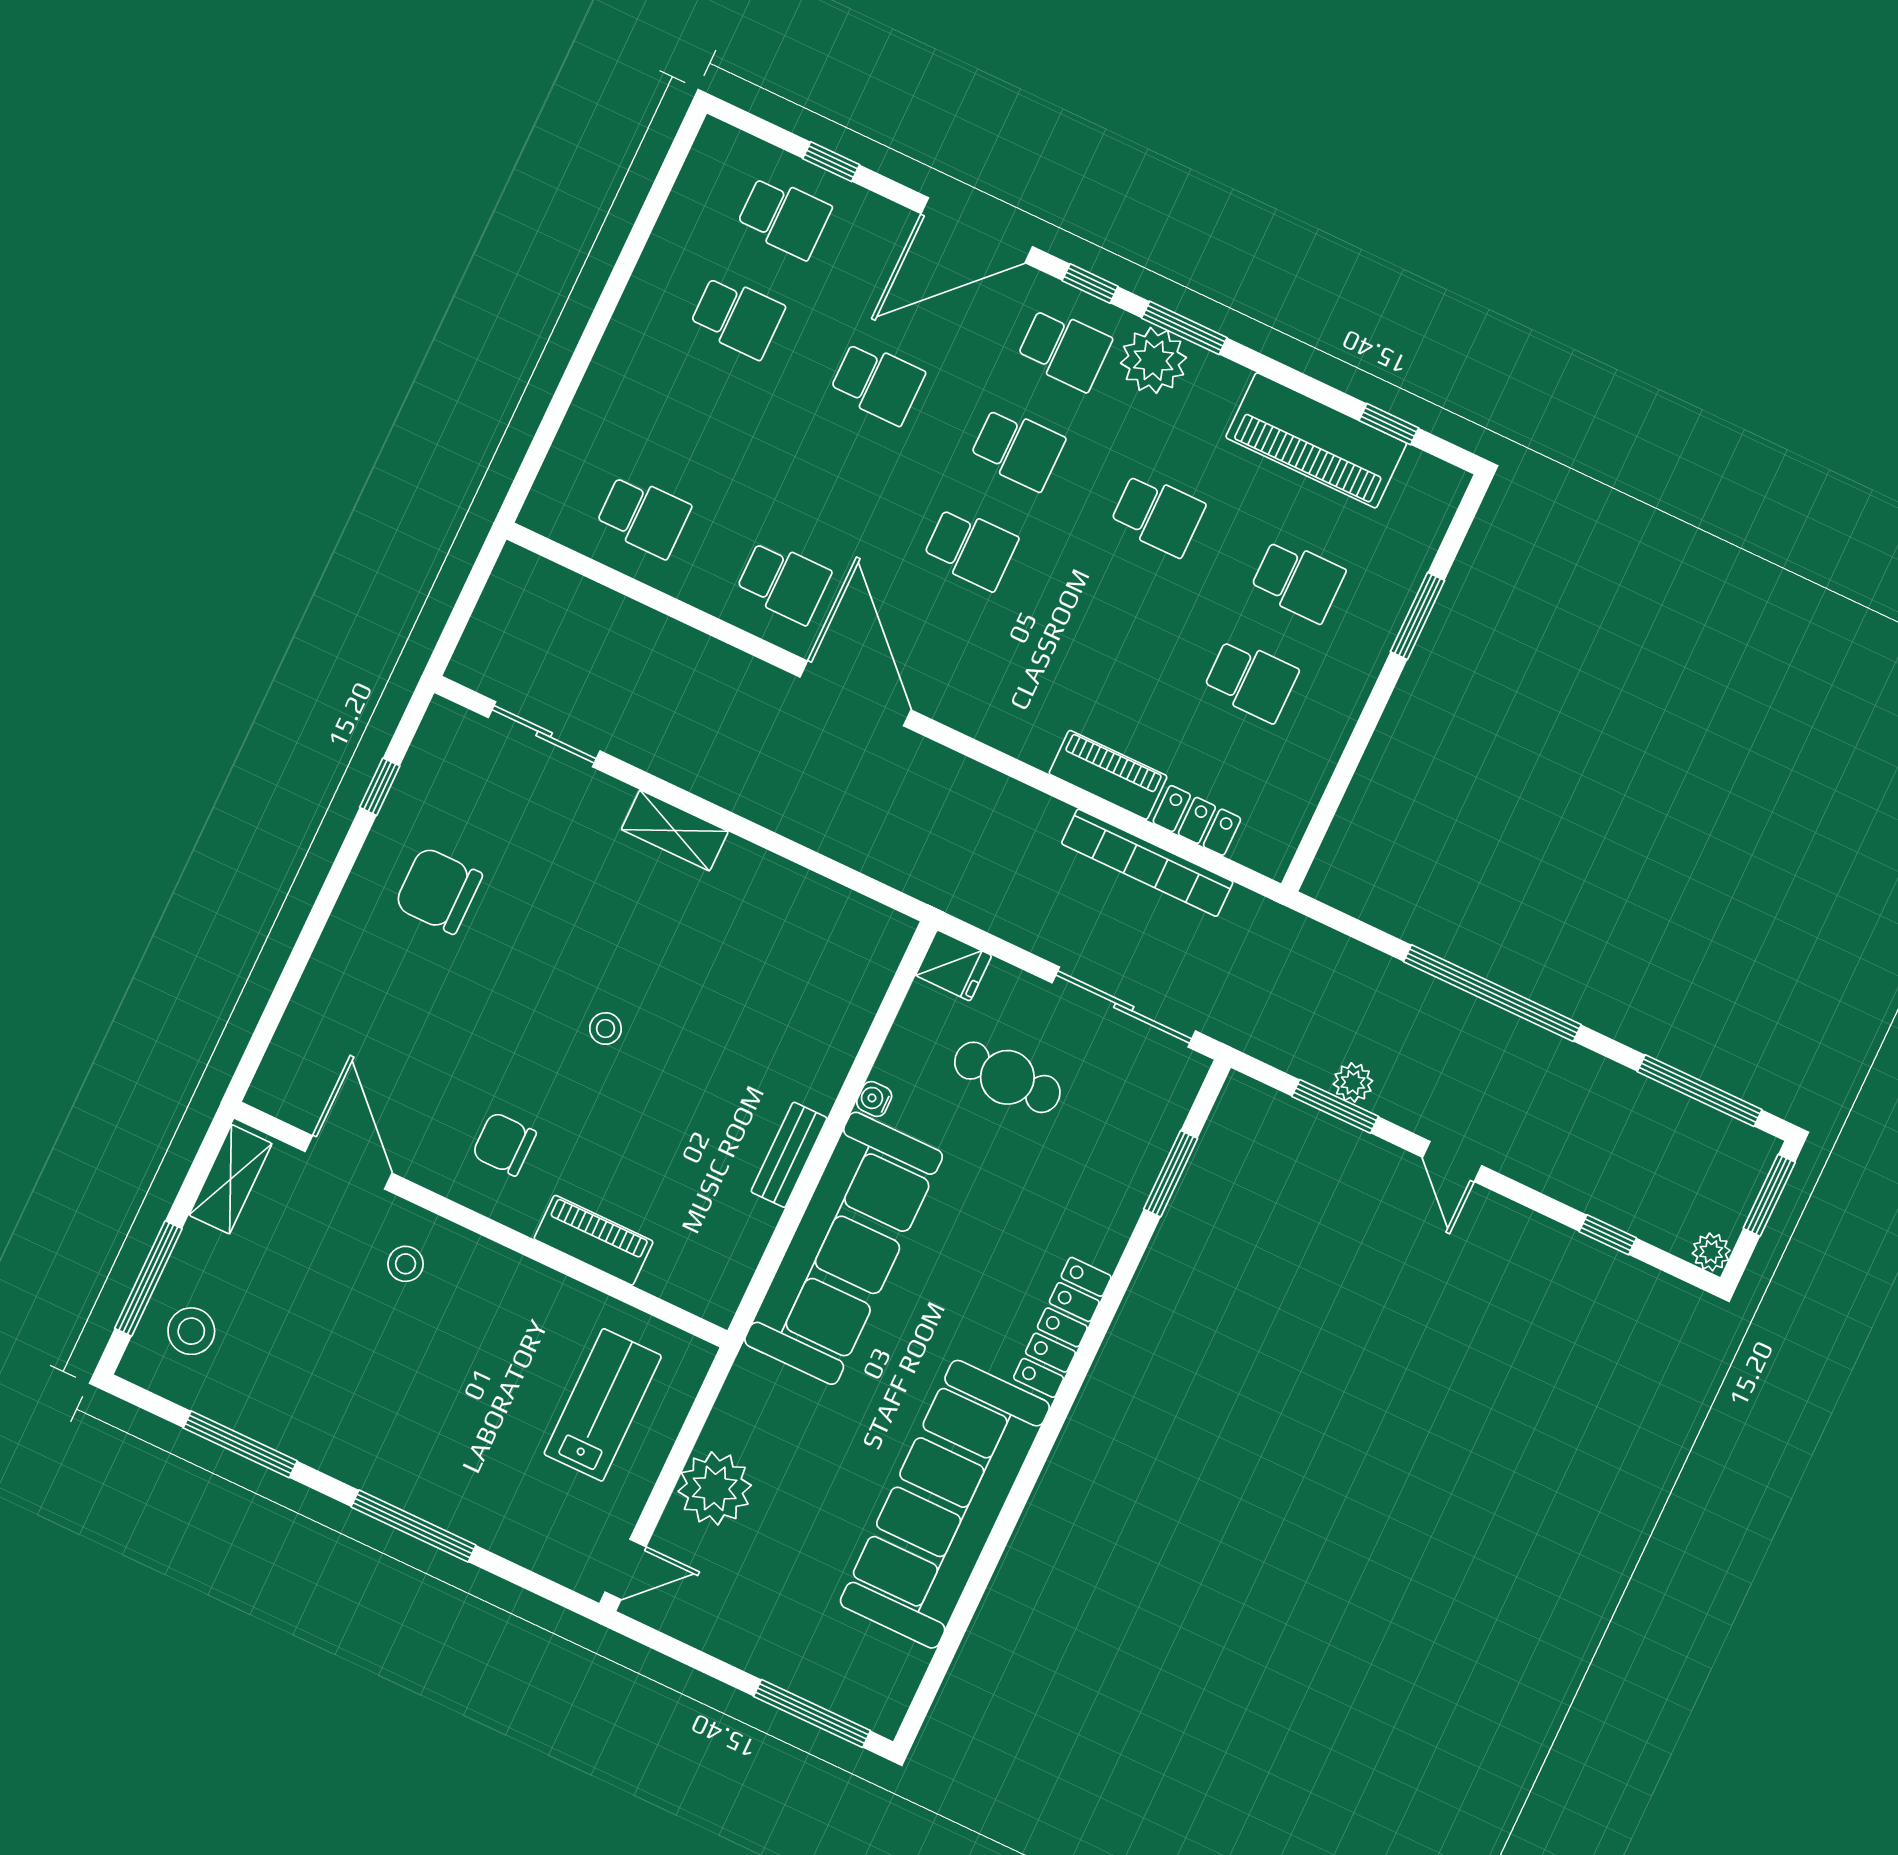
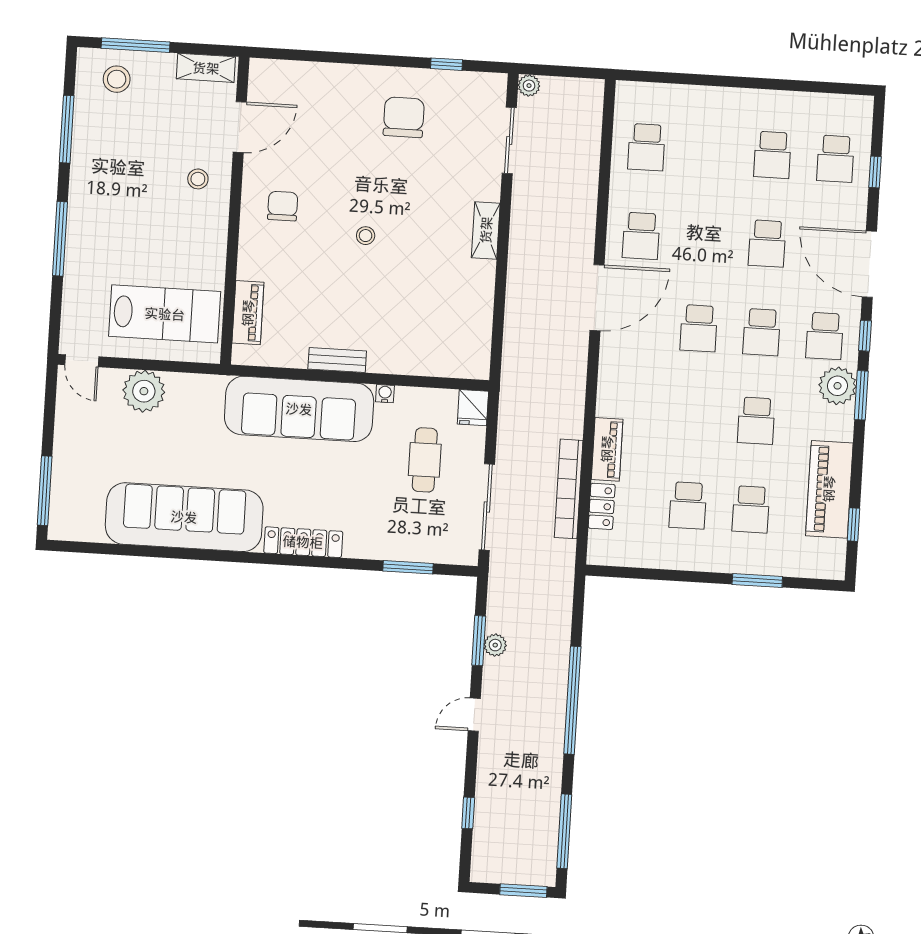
piano: (594, 1240) -> (248, 313), moved
plant: (1711, 1252) -> (529, 86), moved
lab bench: (603, 1405) -> (165, 314), width x1.36, depth x1.39

